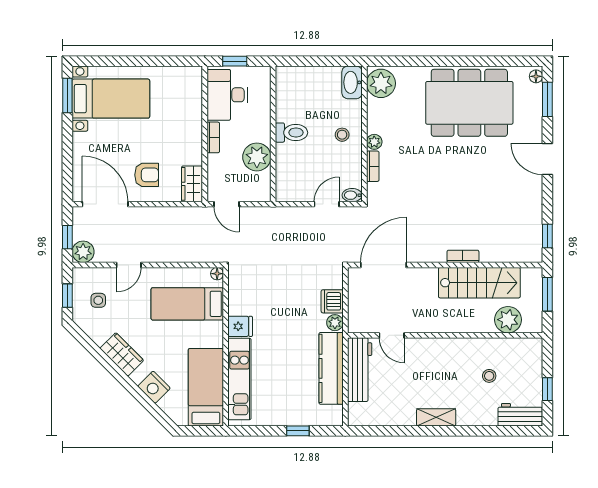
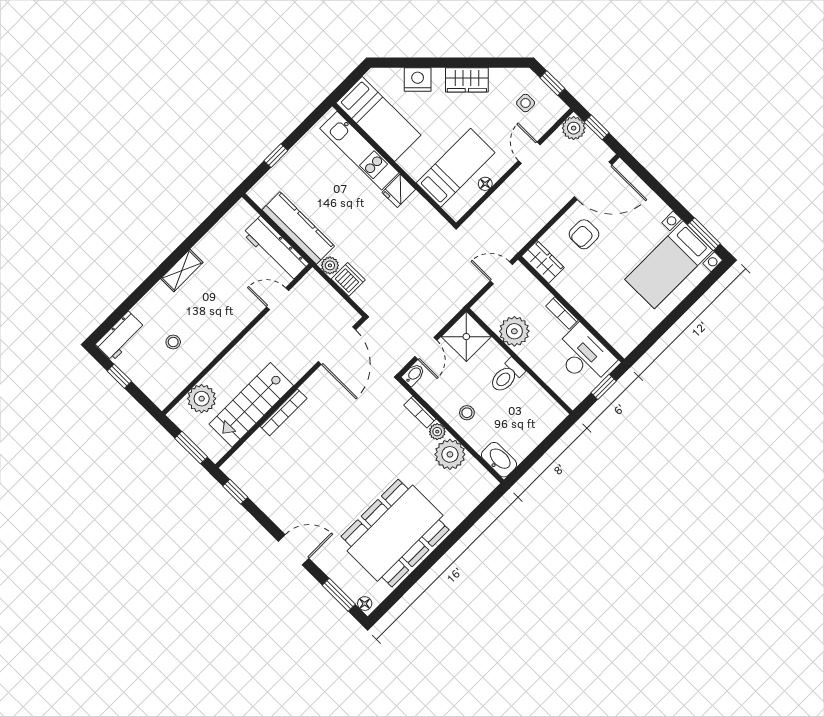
plant: (381, 83) -> (450, 454), moved
shower: (292, 185) -> (466, 337), added
bookcase: (463, 256) -> (284, 412), width x1.56
floor lamp: (217, 274) -> (485, 184), moved

